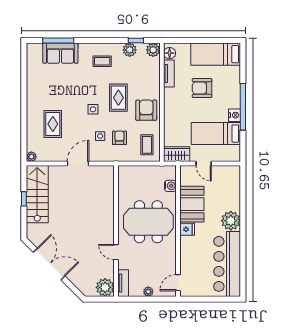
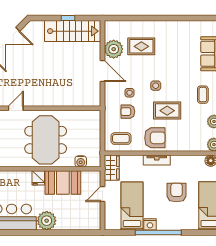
tv unit: (169, 74) -> (157, 160), moved
armchair: (119, 138) -> (128, 112), turned 180
plant: (31, 157) -> (114, 49), moved, width x1.88, depth x1.88

